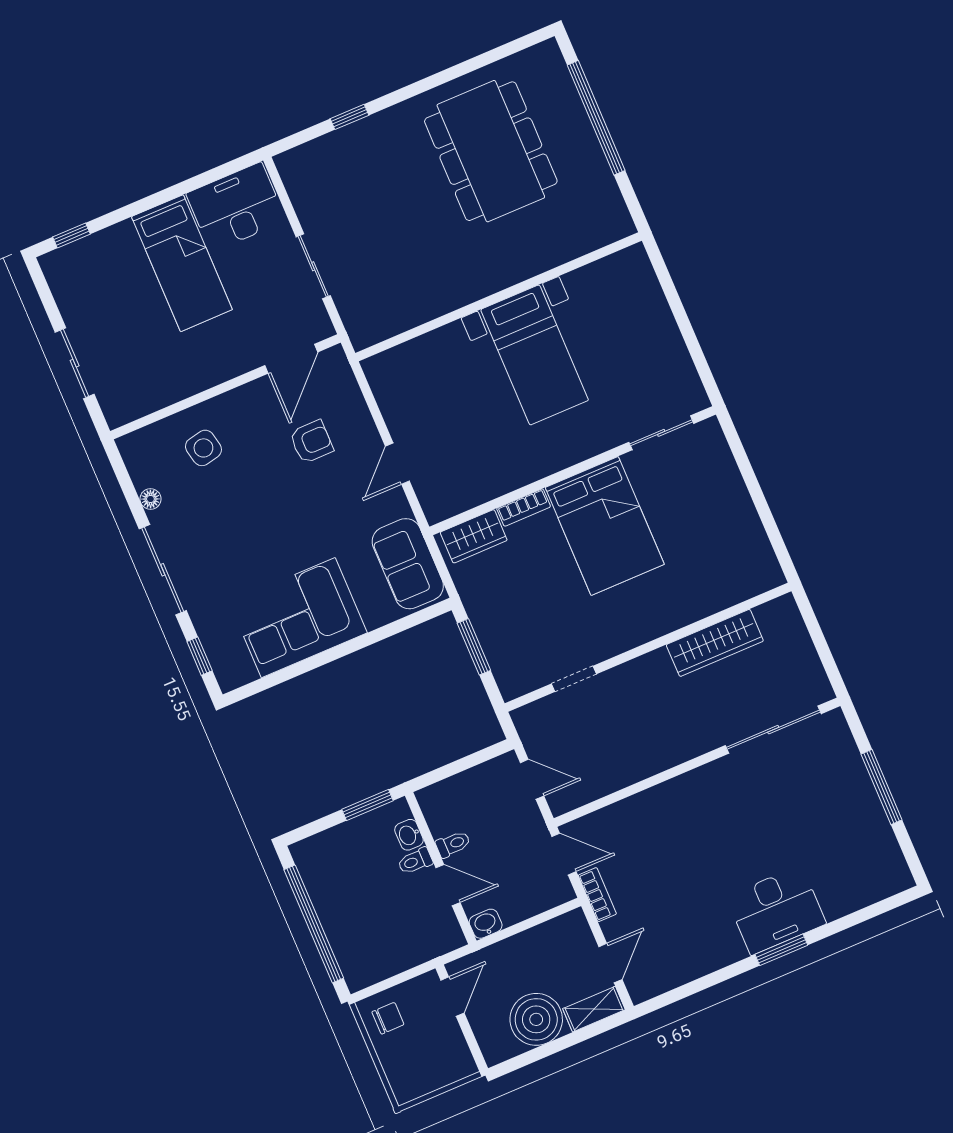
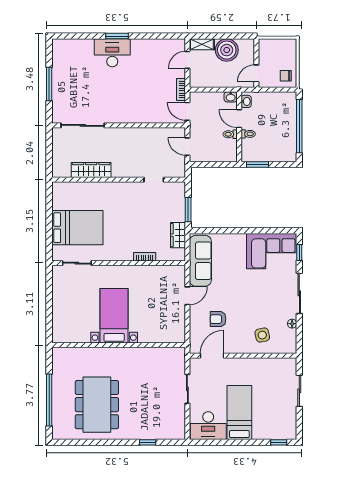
bed: (605, 526) -> (77, 228), moved, turned 90
wardrobe: (474, 536) -> (178, 235), moved, turned -90
sofa: (408, 564) -> (200, 261), width x1.36
corner sofa: (298, 618) -> (272, 251), moved
washbasin: (409, 835) -> (246, 101), moved

